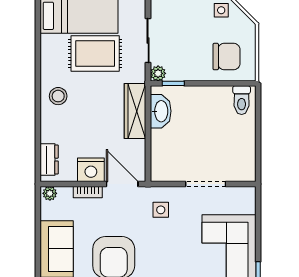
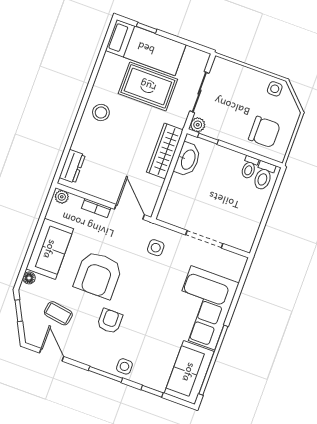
toilet: (224, 97) -> (249, 167), added
nightstand: (91, 170) -> (106, 189), removed

